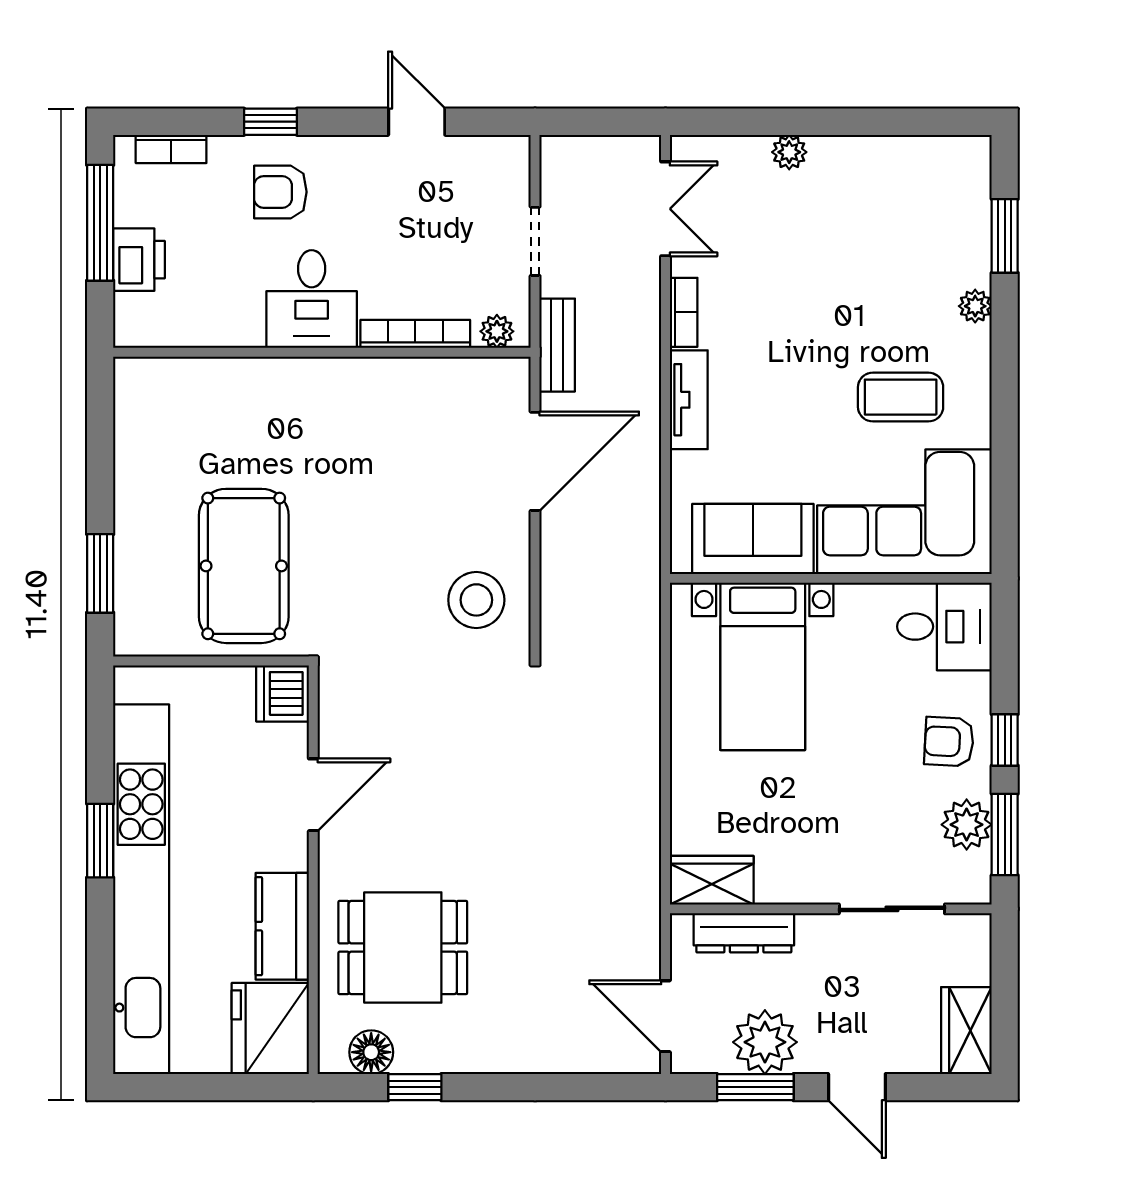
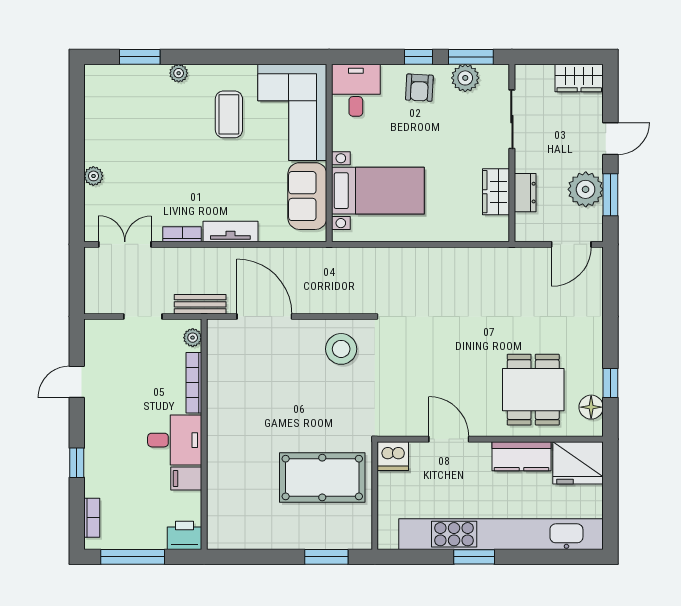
armchair: (280, 192) -> (116, 457), removed
printer: (139, 260) -> (184, 535), moved
filing cabinet: (242, 320) -> (186, 479), added
wardrobe: (712, 880) -> (496, 192), moved
dresser: (744, 933) -> (525, 193), width x0.70

